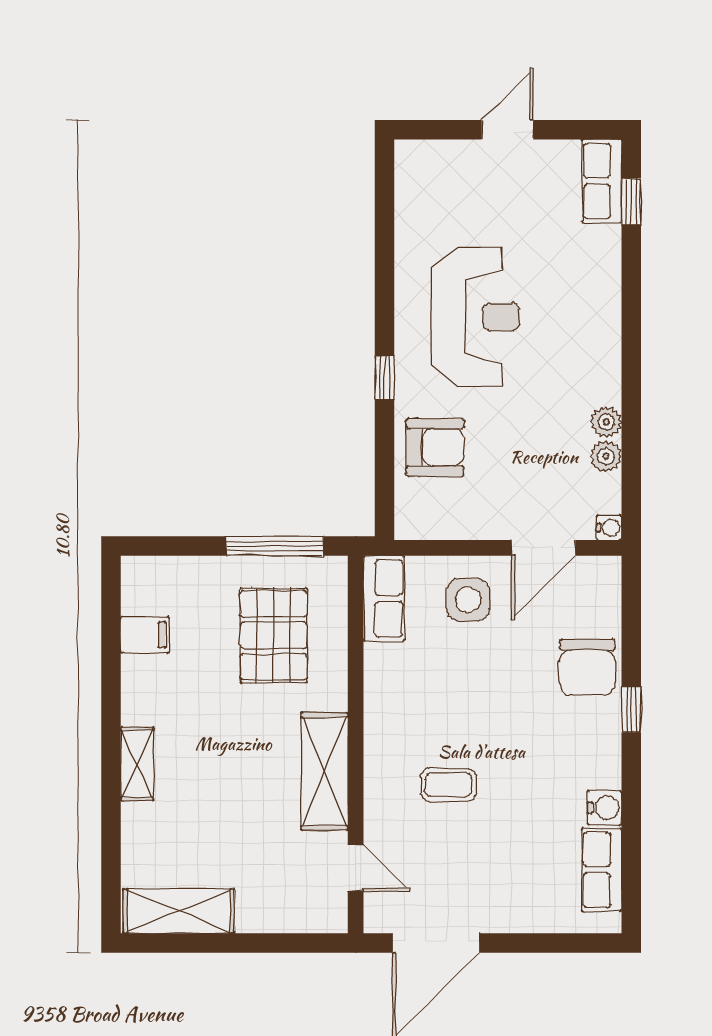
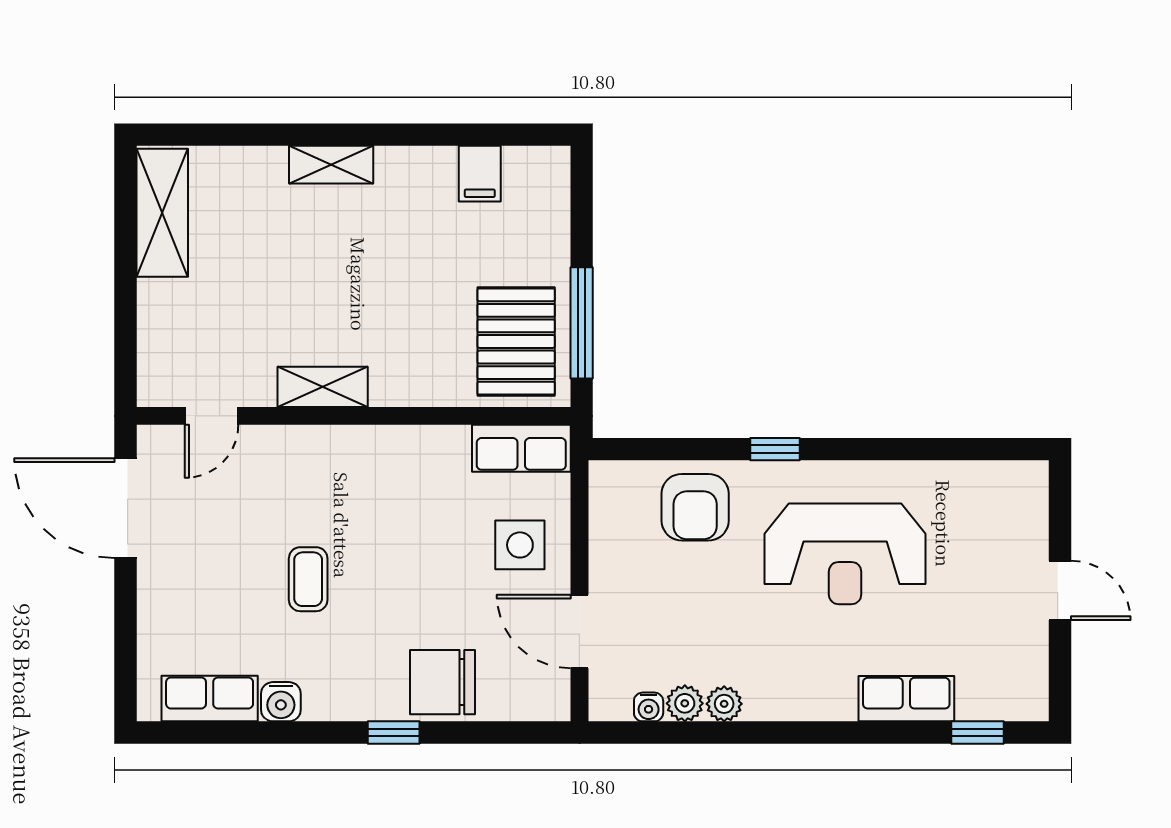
row of seats: (602, 181) -> (906, 699), moved
water cooler: (609, 528) -> (649, 707), moved
pallet: (274, 635) -> (516, 341), moved, turned 90
shelving: (324, 771) -> (323, 387), width x0.67, depth x0.75
coffee table: (448, 785) -> (308, 579), moved

